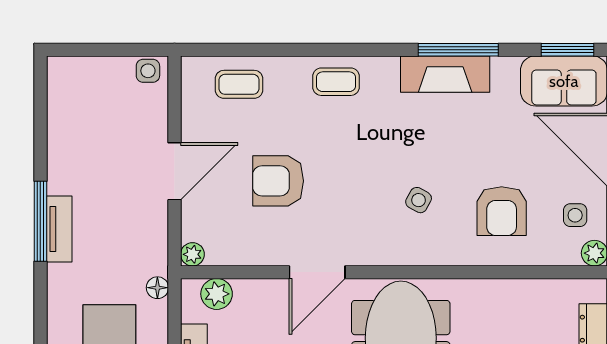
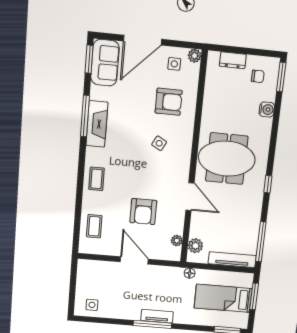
side table: (148, 71) -> (92, 305), moved
plant: (192, 254) -> (177, 241), moved

